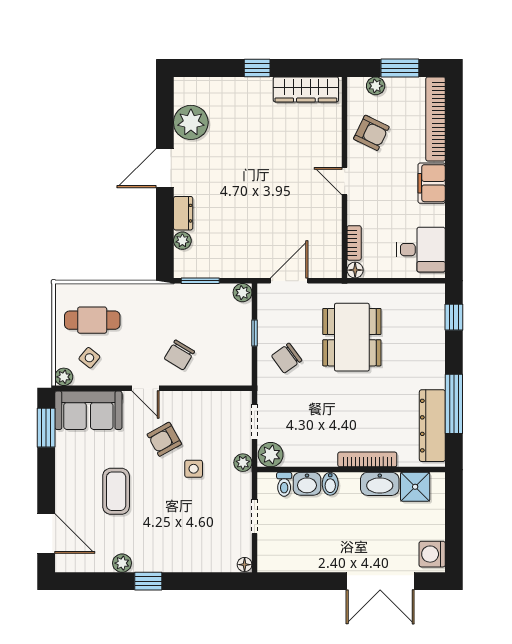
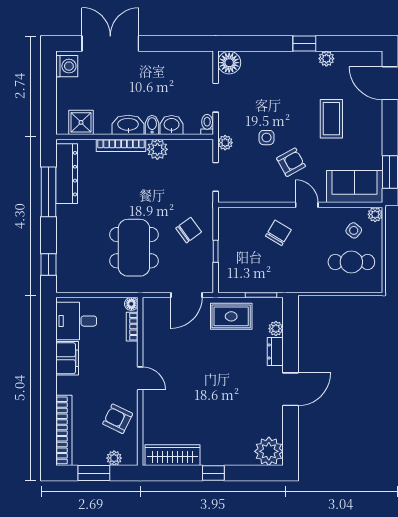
plant: (191, 122) -> (269, 451), moved
filing cabinet: (432, 183) -> (67, 358), moved
rug: (236, 255) -> (231, 316), added
plant: (242, 293) -> (226, 285), removed
plant: (271, 455) -> (157, 149), moved
toilet: (284, 484) -> (207, 124), moved
washbasin: (380, 484) -> (128, 125), moved
floor lamp: (245, 565) -> (229, 63), width x1.89, depth x1.89

